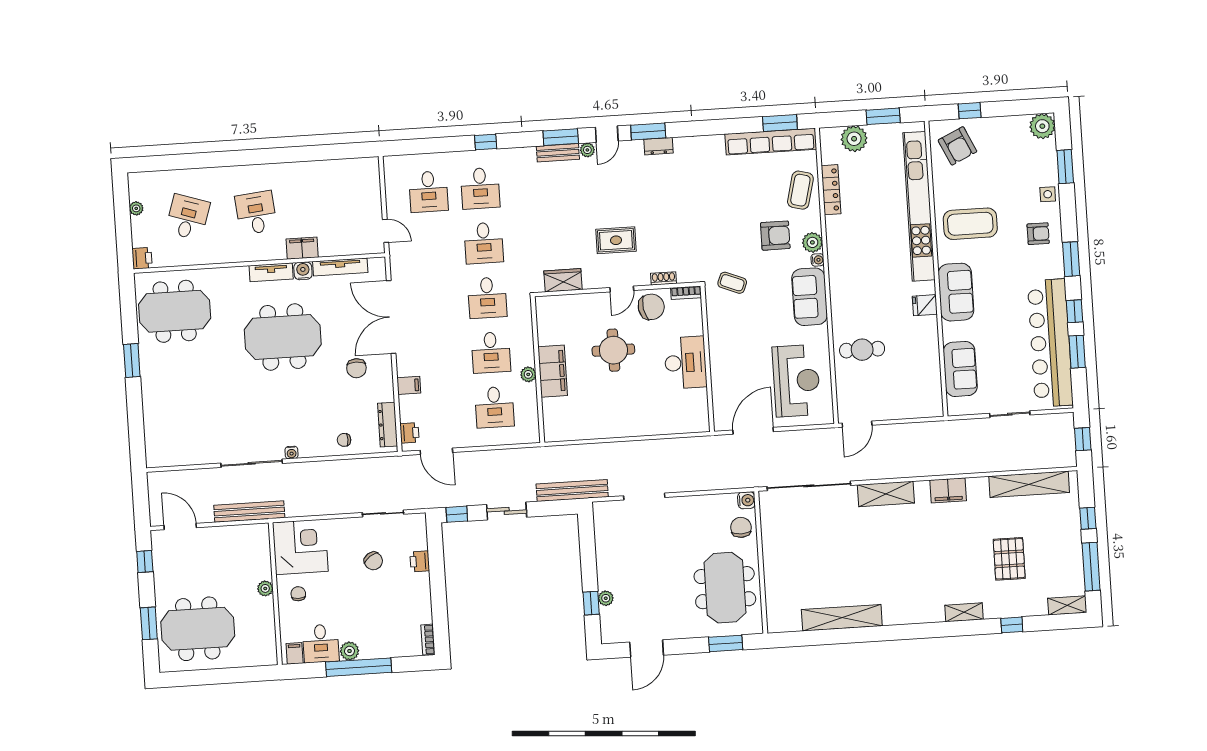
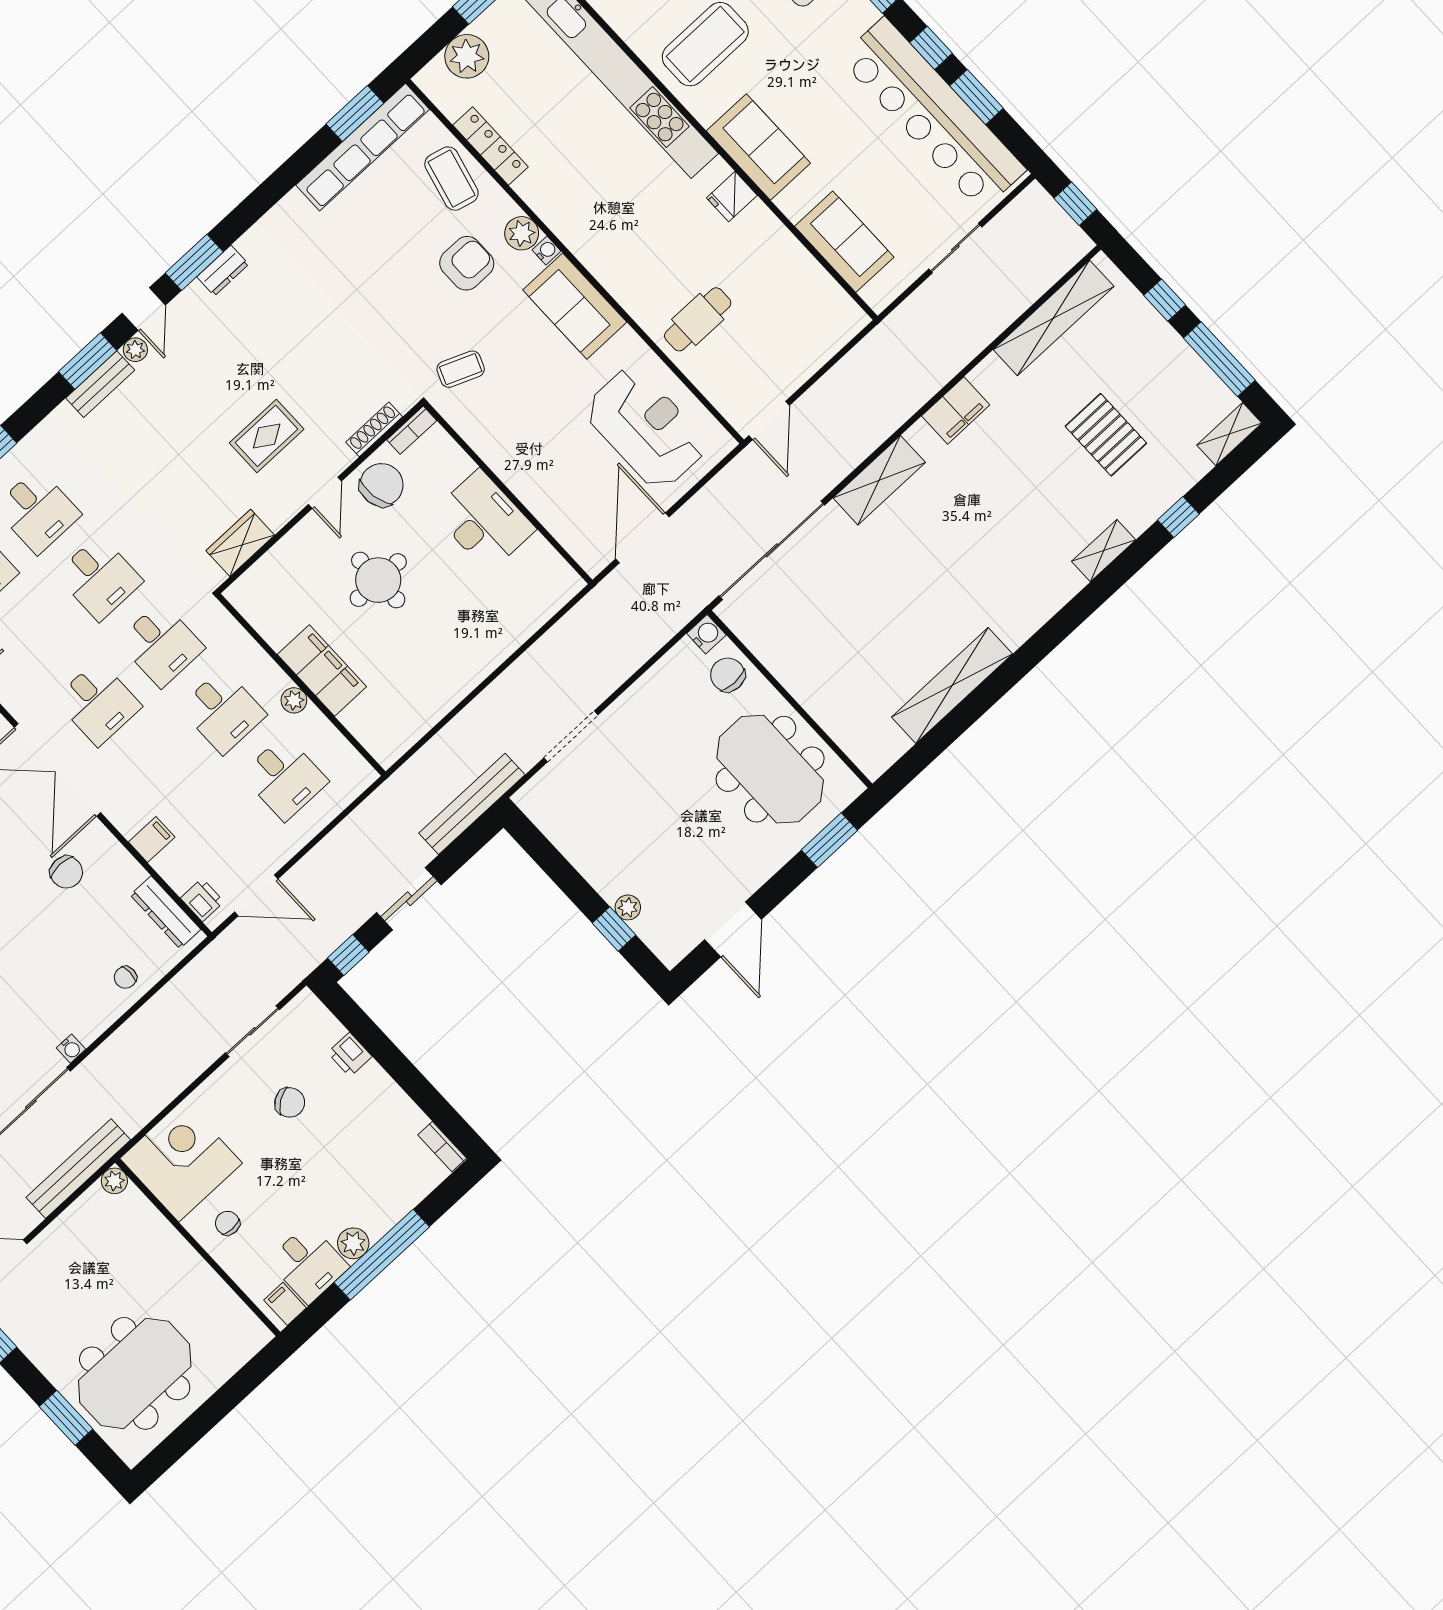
shoe rack: (663, 278) -> (374, 429), width x1.43
desk: (436, 301) -> (98, 703), added
plant: (265, 588) -> (114, 1181), moved

